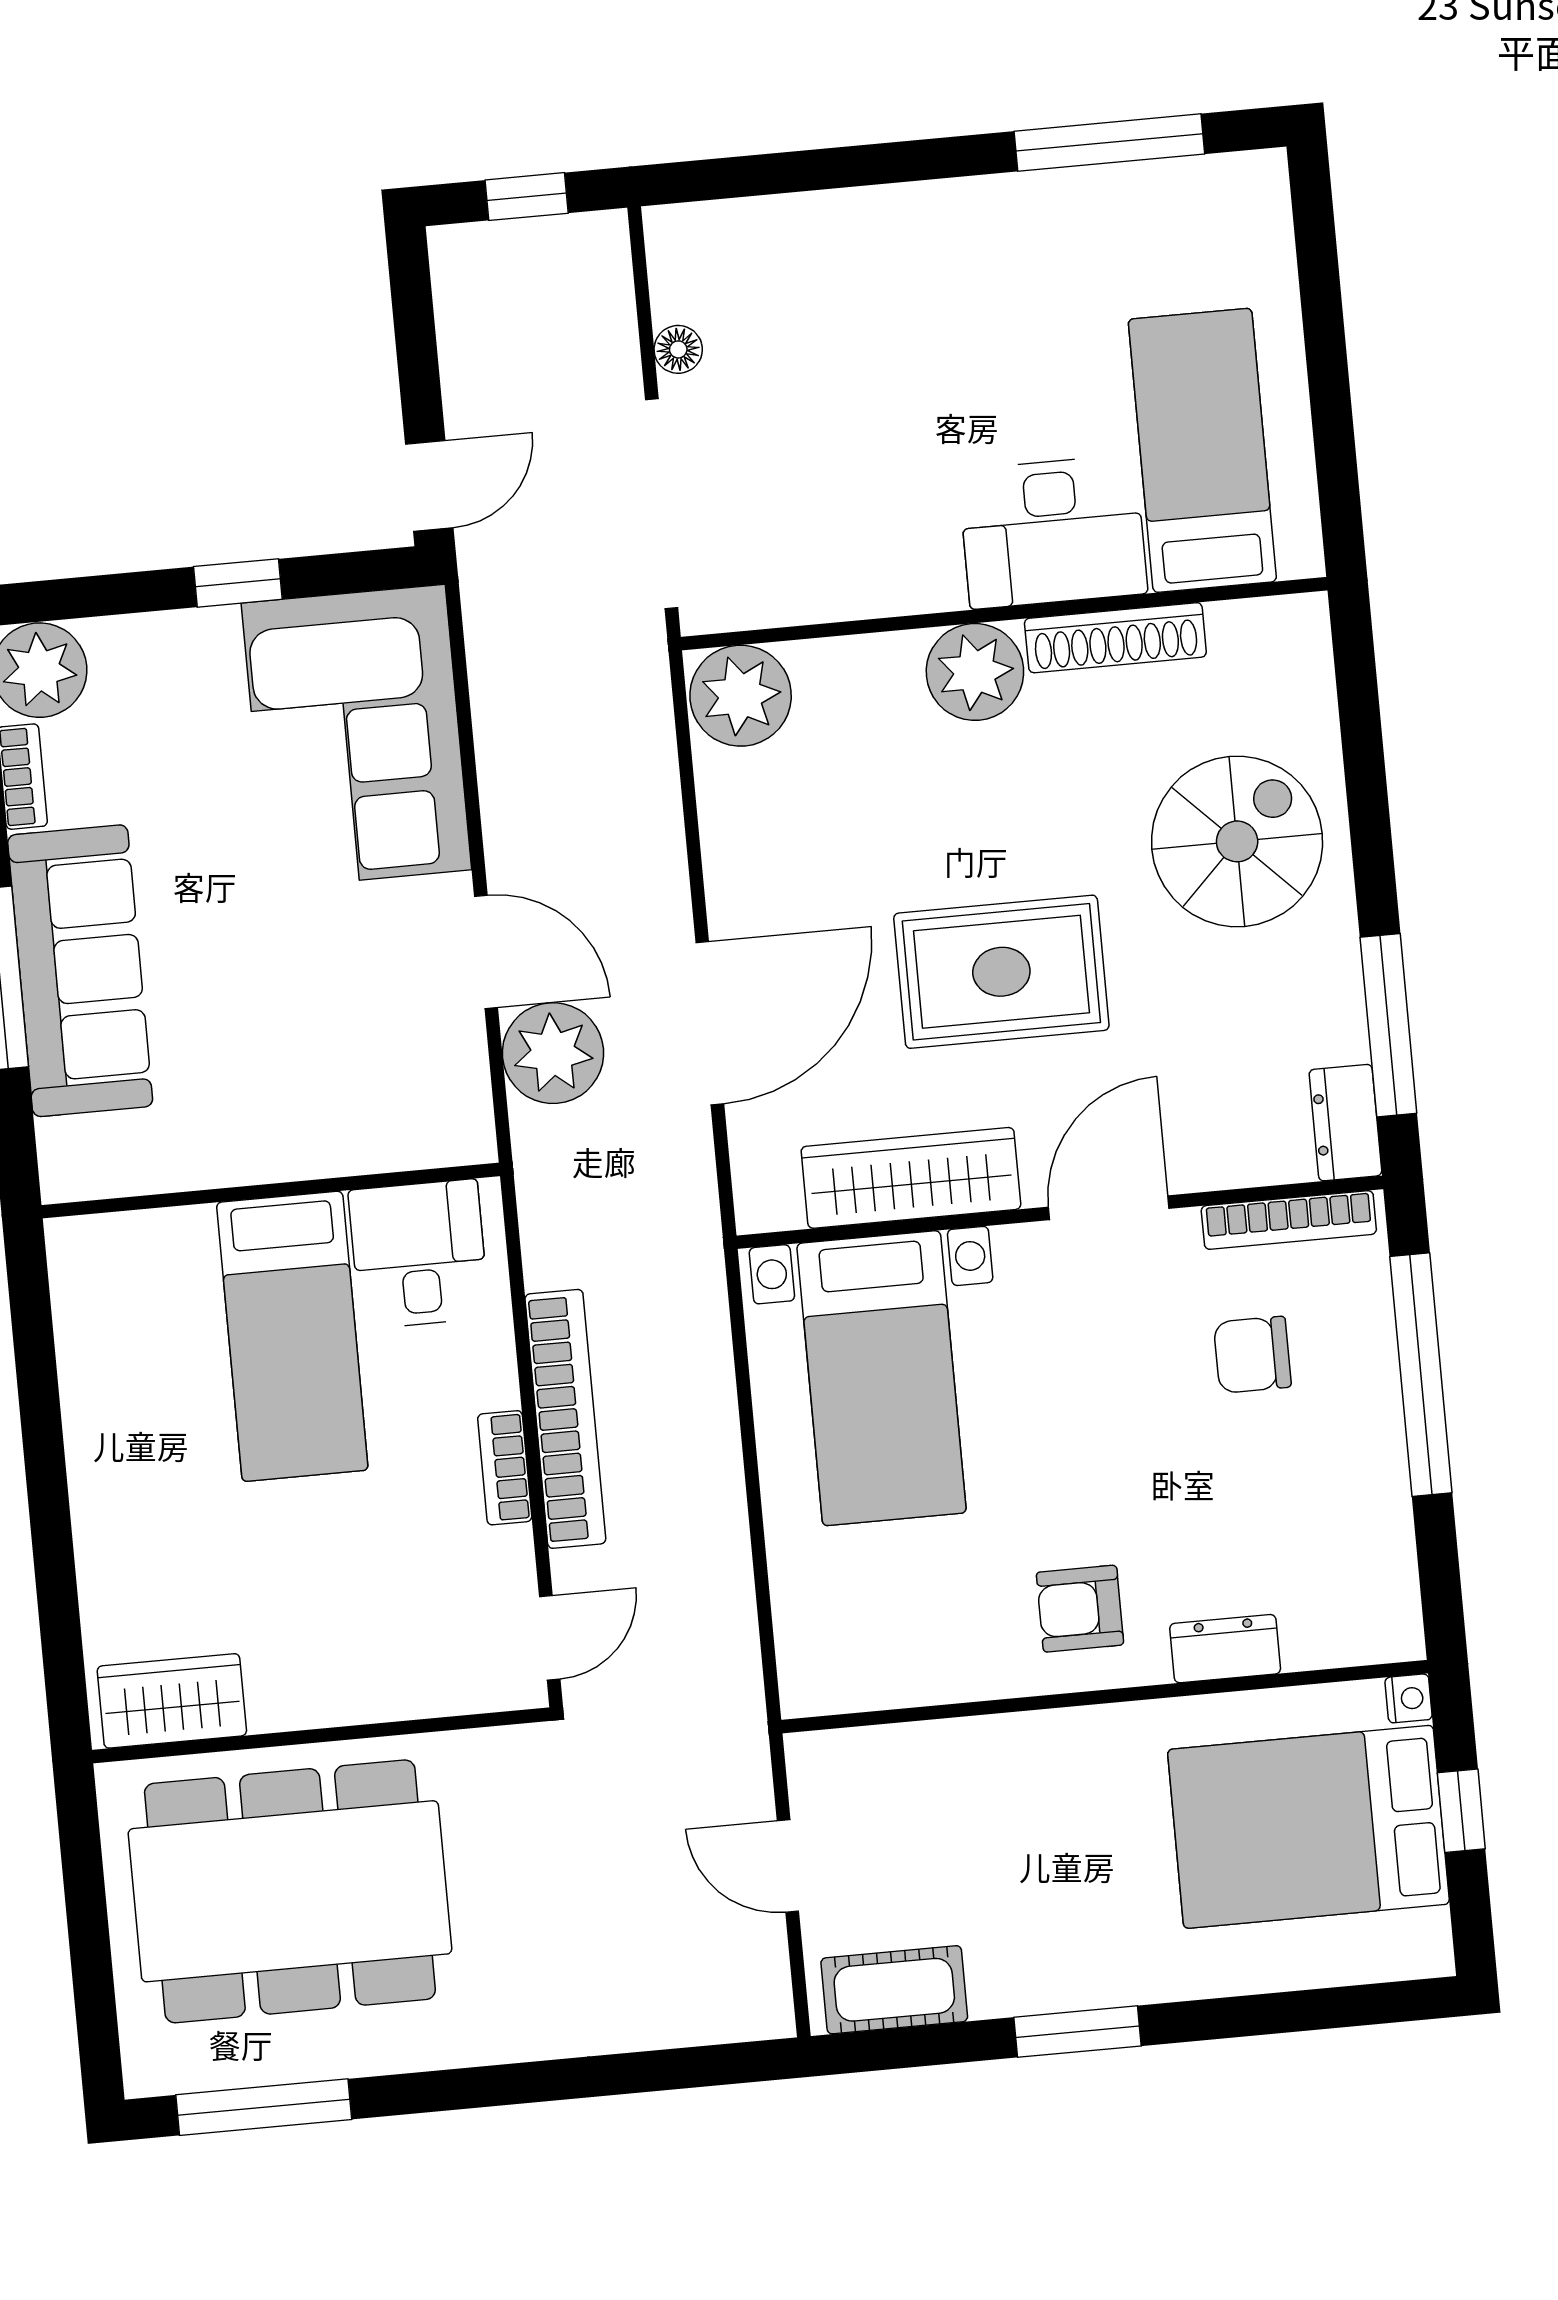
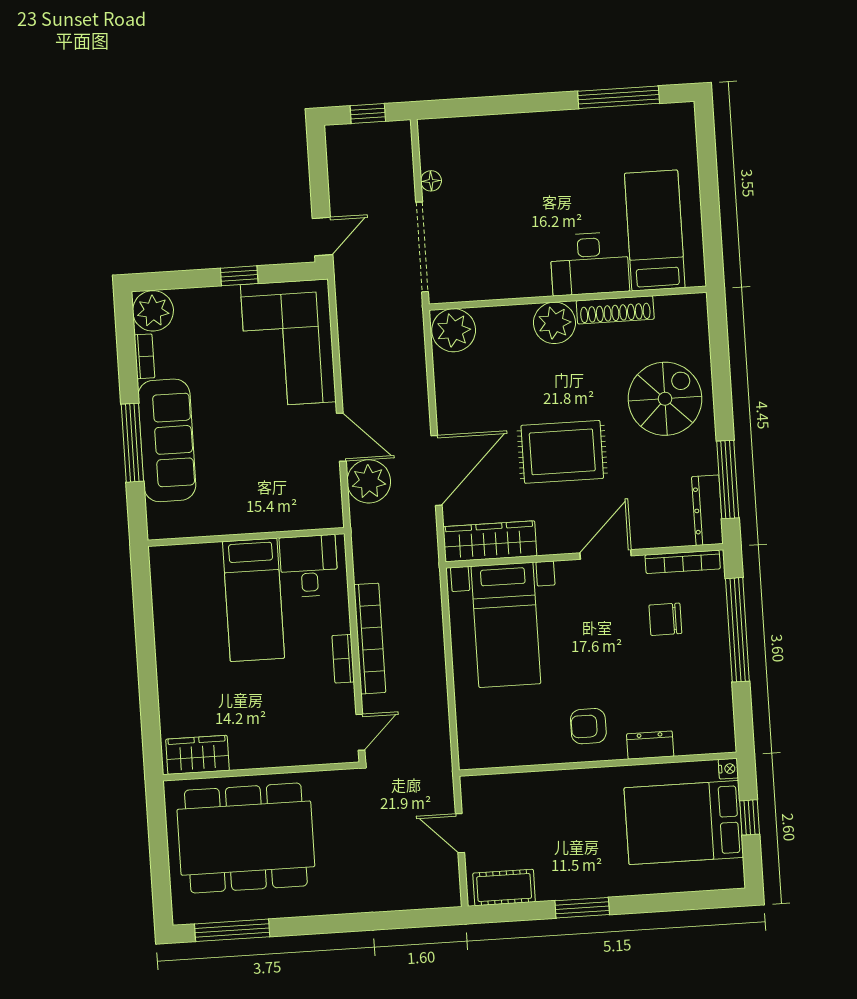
dresser: (1345, 1123) -> (707, 510), width x1.44
wardrobe: (911, 1178) -> (490, 541), moved

